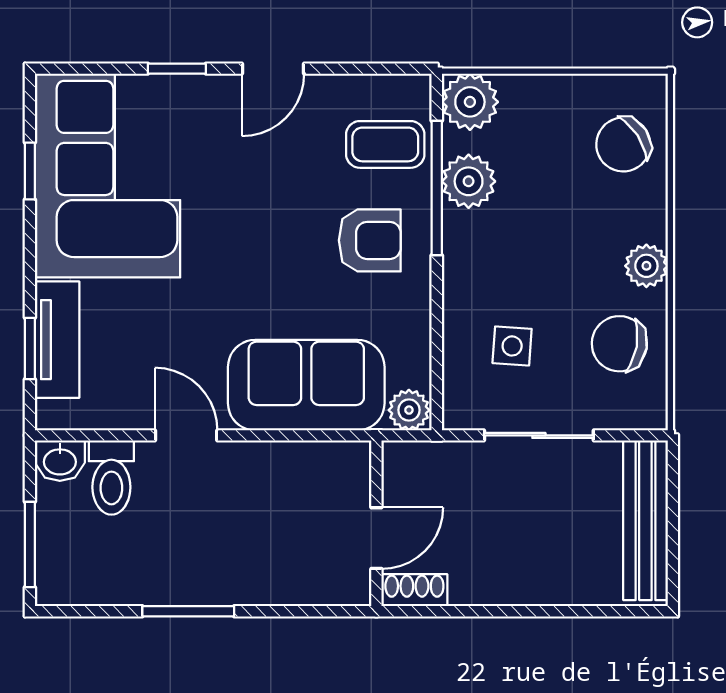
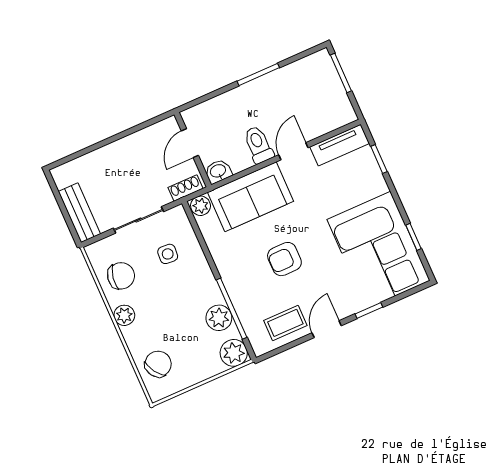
coffee table: (385, 144) -> (285, 323), moved
armchair: (370, 240) -> (284, 259), moved
tv unit: (57, 340) -> (340, 145), moved, turned -90
door: (186, 435) -> (293, 151), swing flipped
washbasin: (60, 461) -> (218, 171), moved
toilet: (111, 478) -> (258, 145), moved
bench: (645, 520) -> (79, 213), width x0.73
shoe rack: (414, 590) -> (186, 188), moved, turned 180

